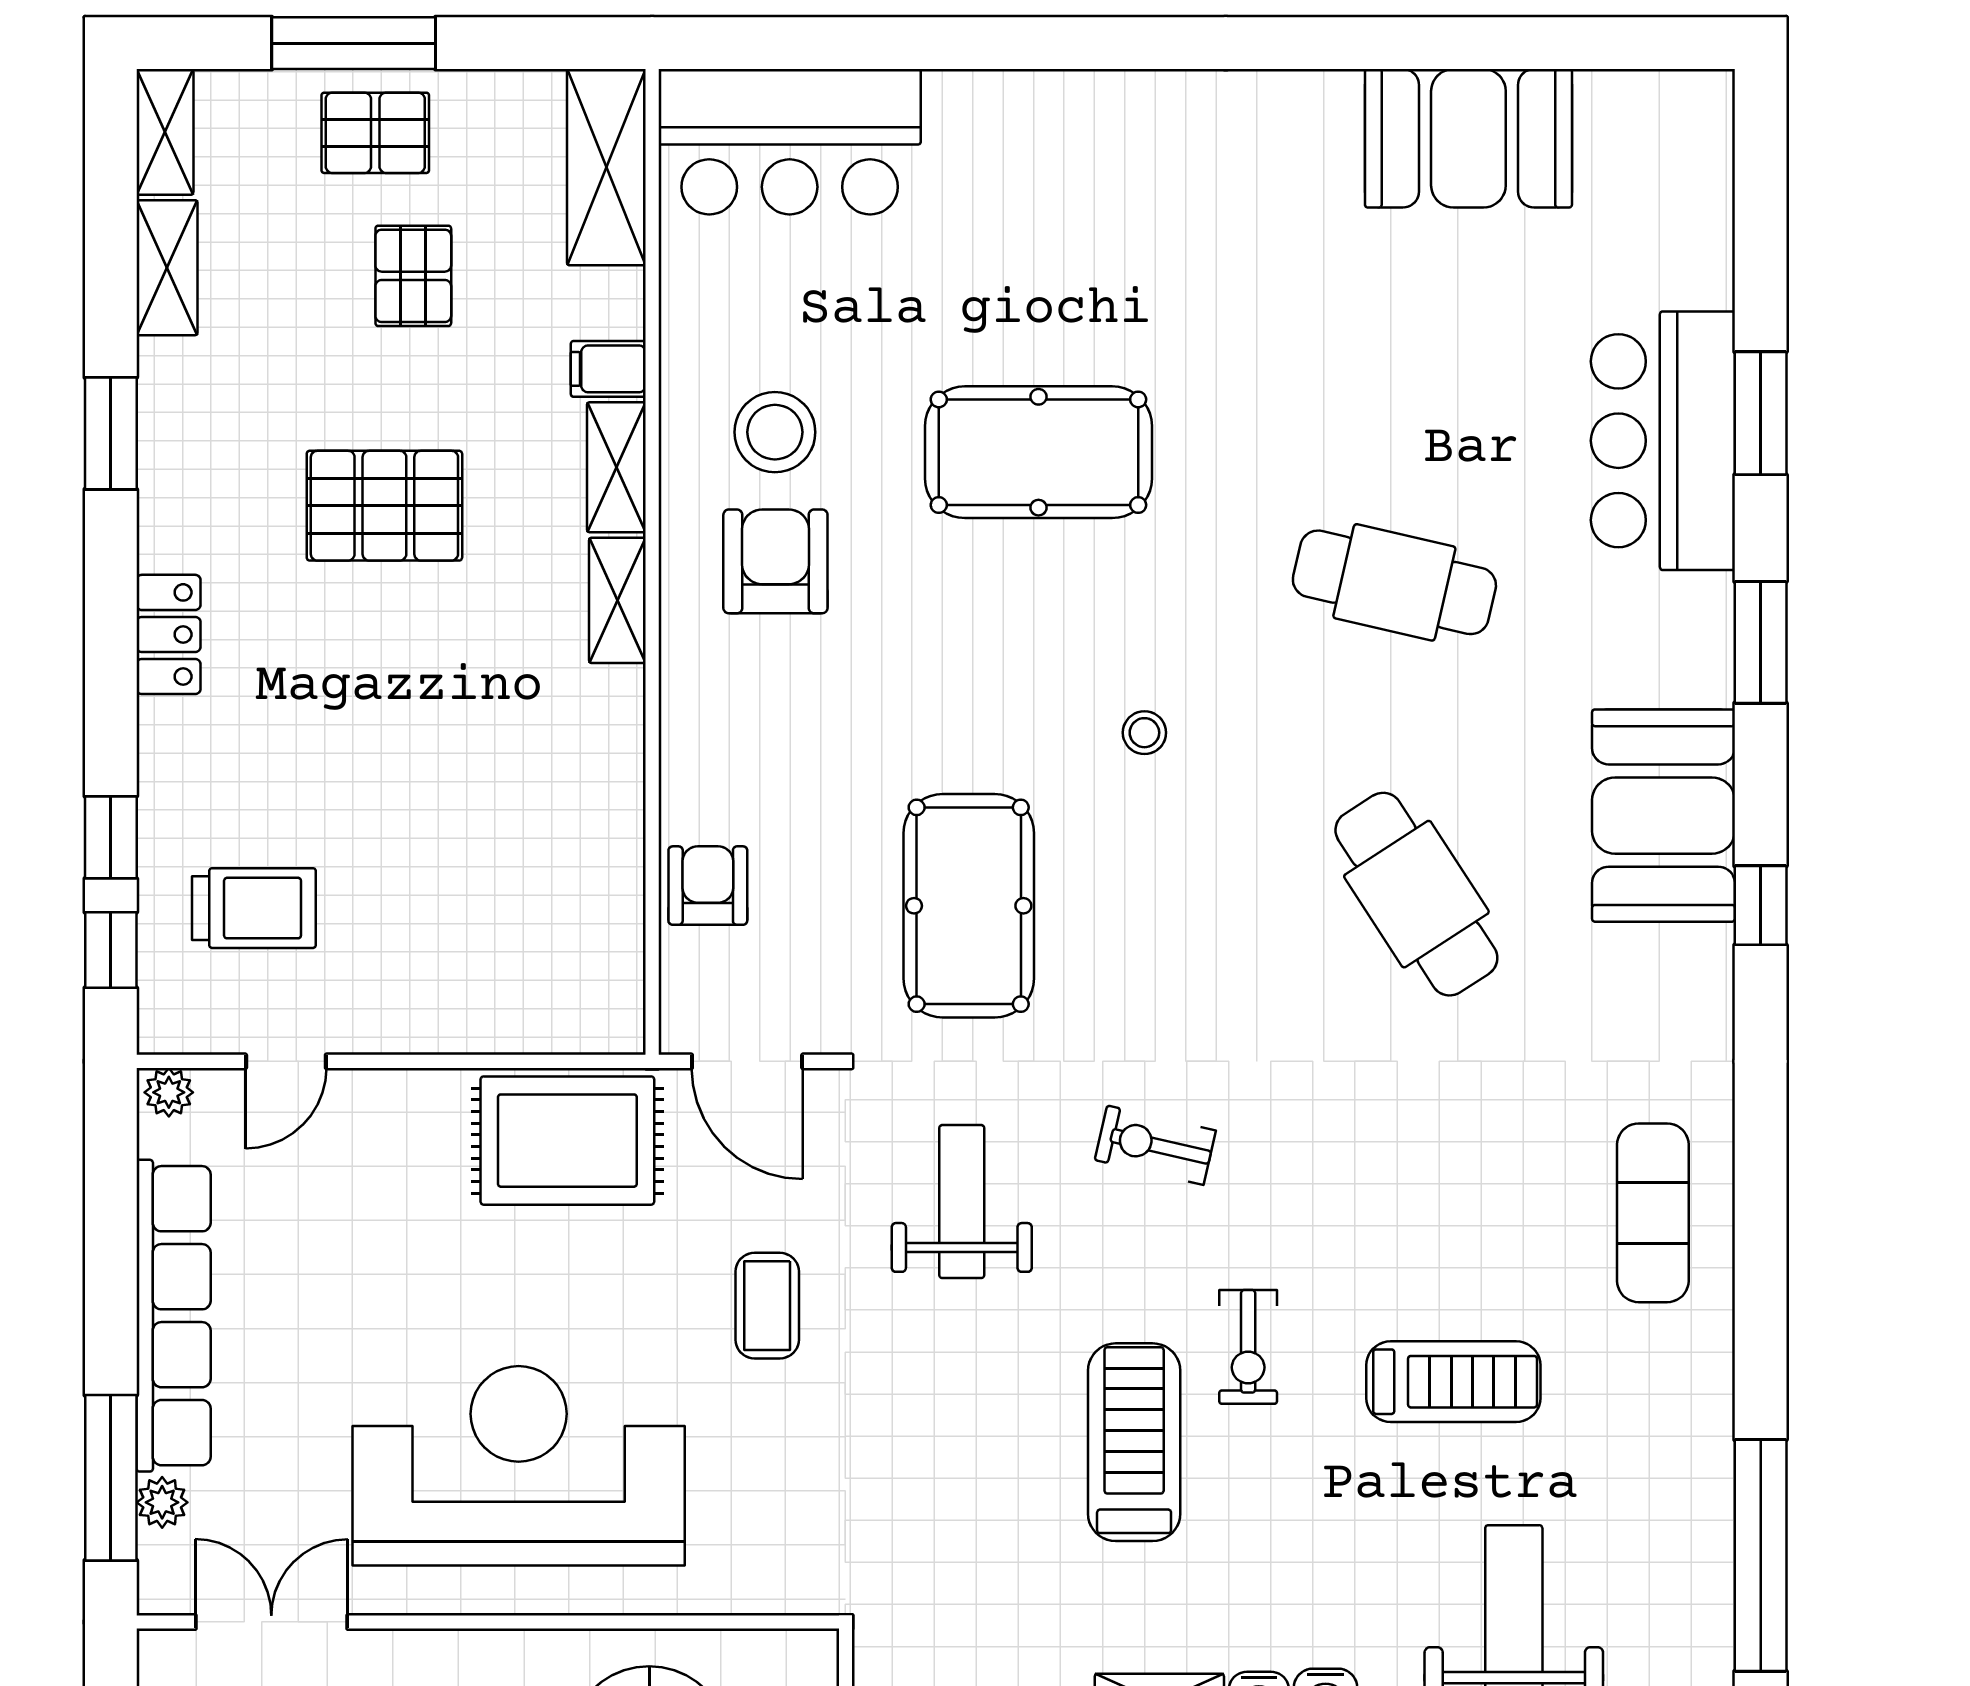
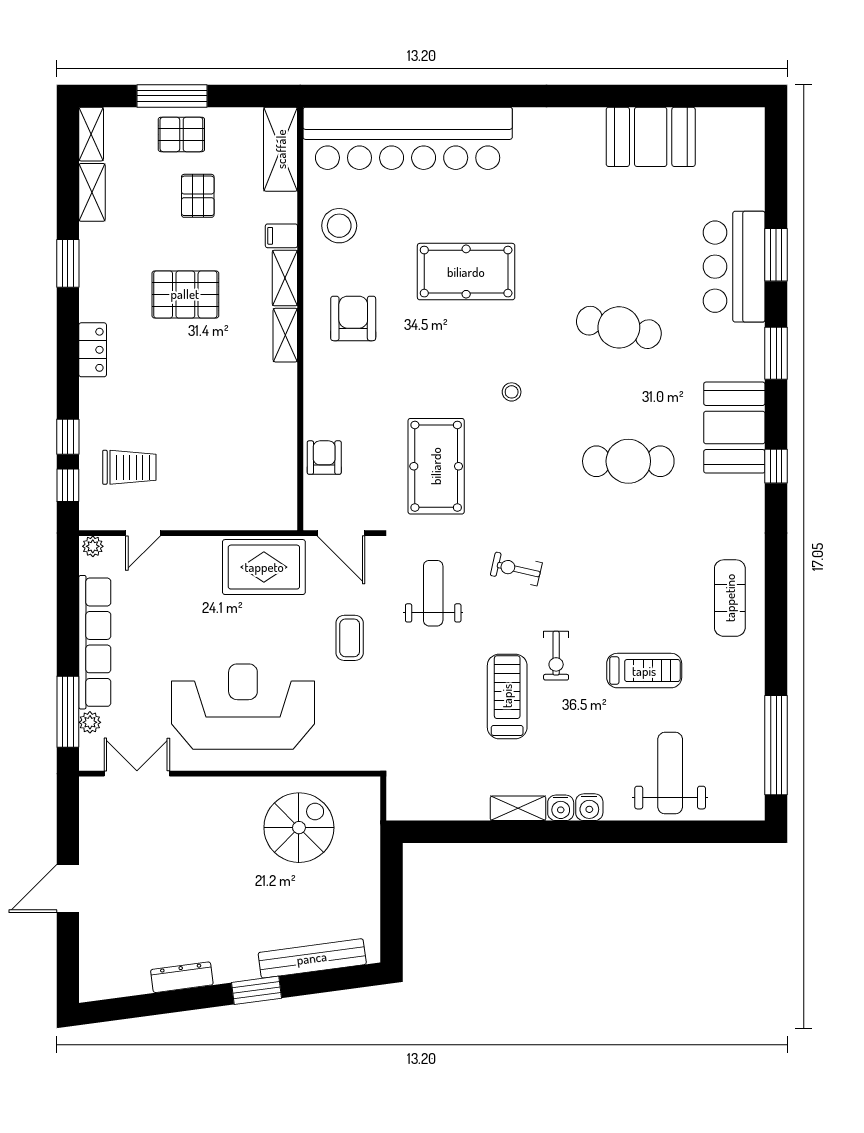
bar counter: (790, 142) -> (408, 138), width x1.86
stool: (775, 432) -> (339, 226), moved
cafe table: (1416, 894) -> (628, 461), turned -57

